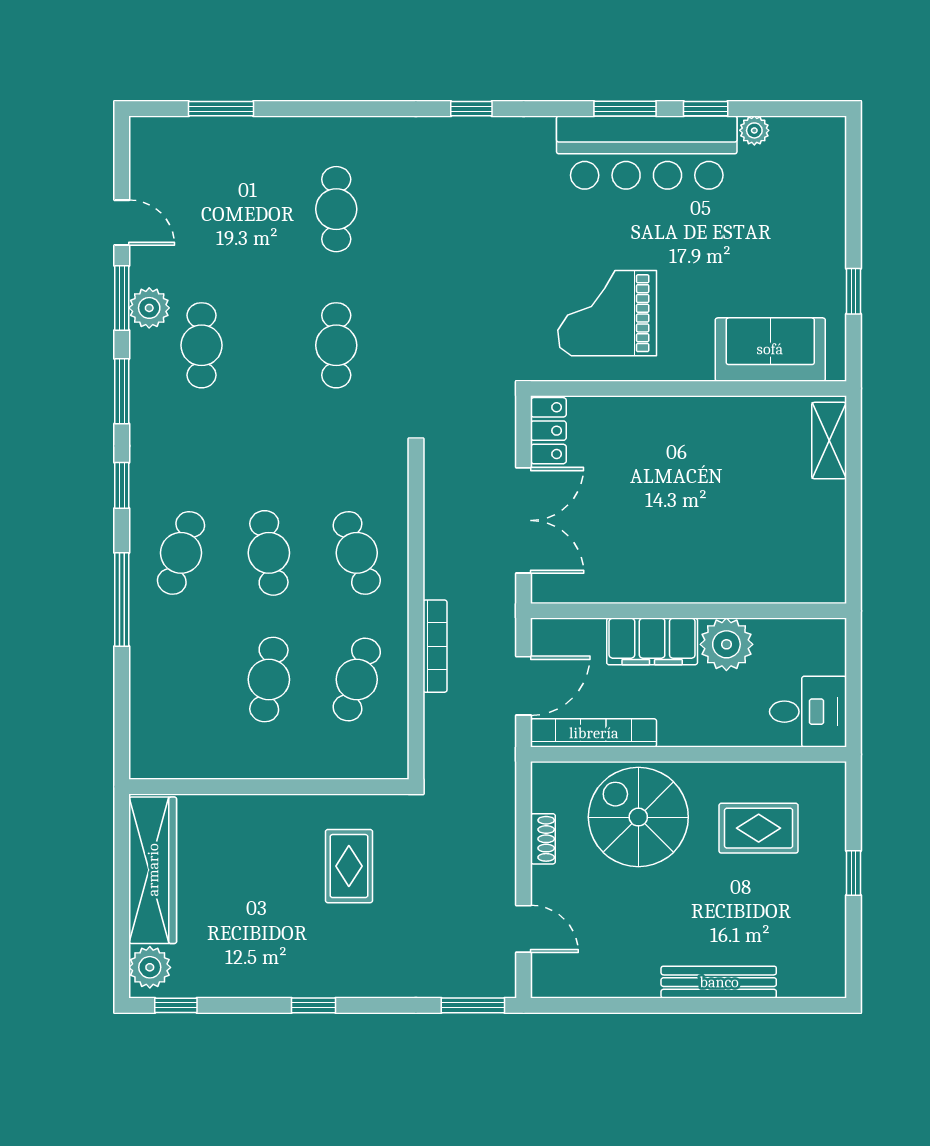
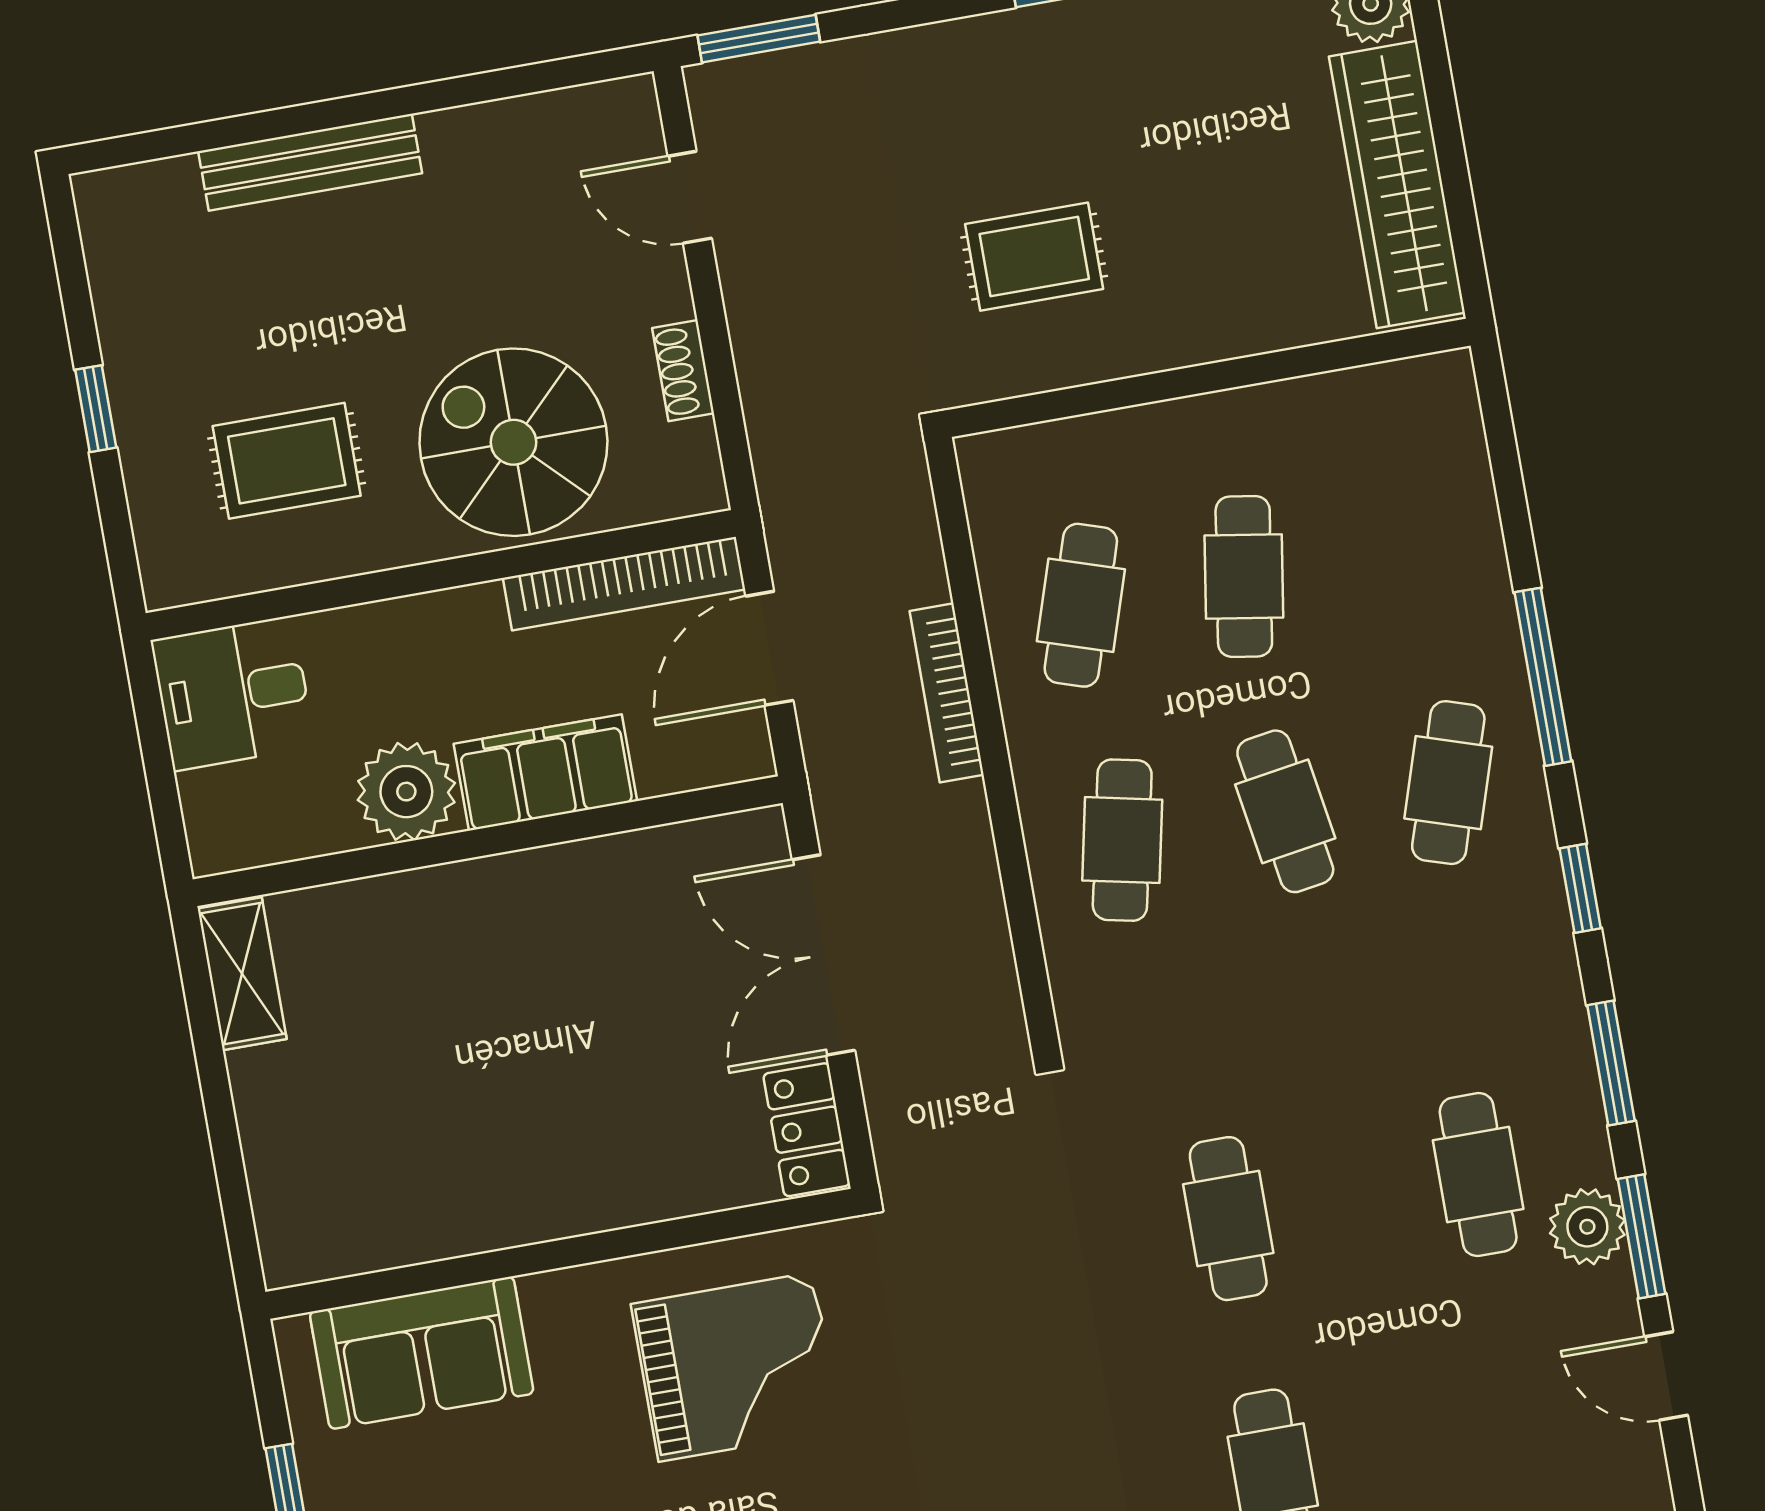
shelving: (829, 441) -> (242, 974), moved
cafe table: (357, 553) -> (1122, 840), turned 30
spiral stairs: (638, 817) -> (513, 442), turned 180
rug: (349, 866) -> (1034, 257), turned 90

